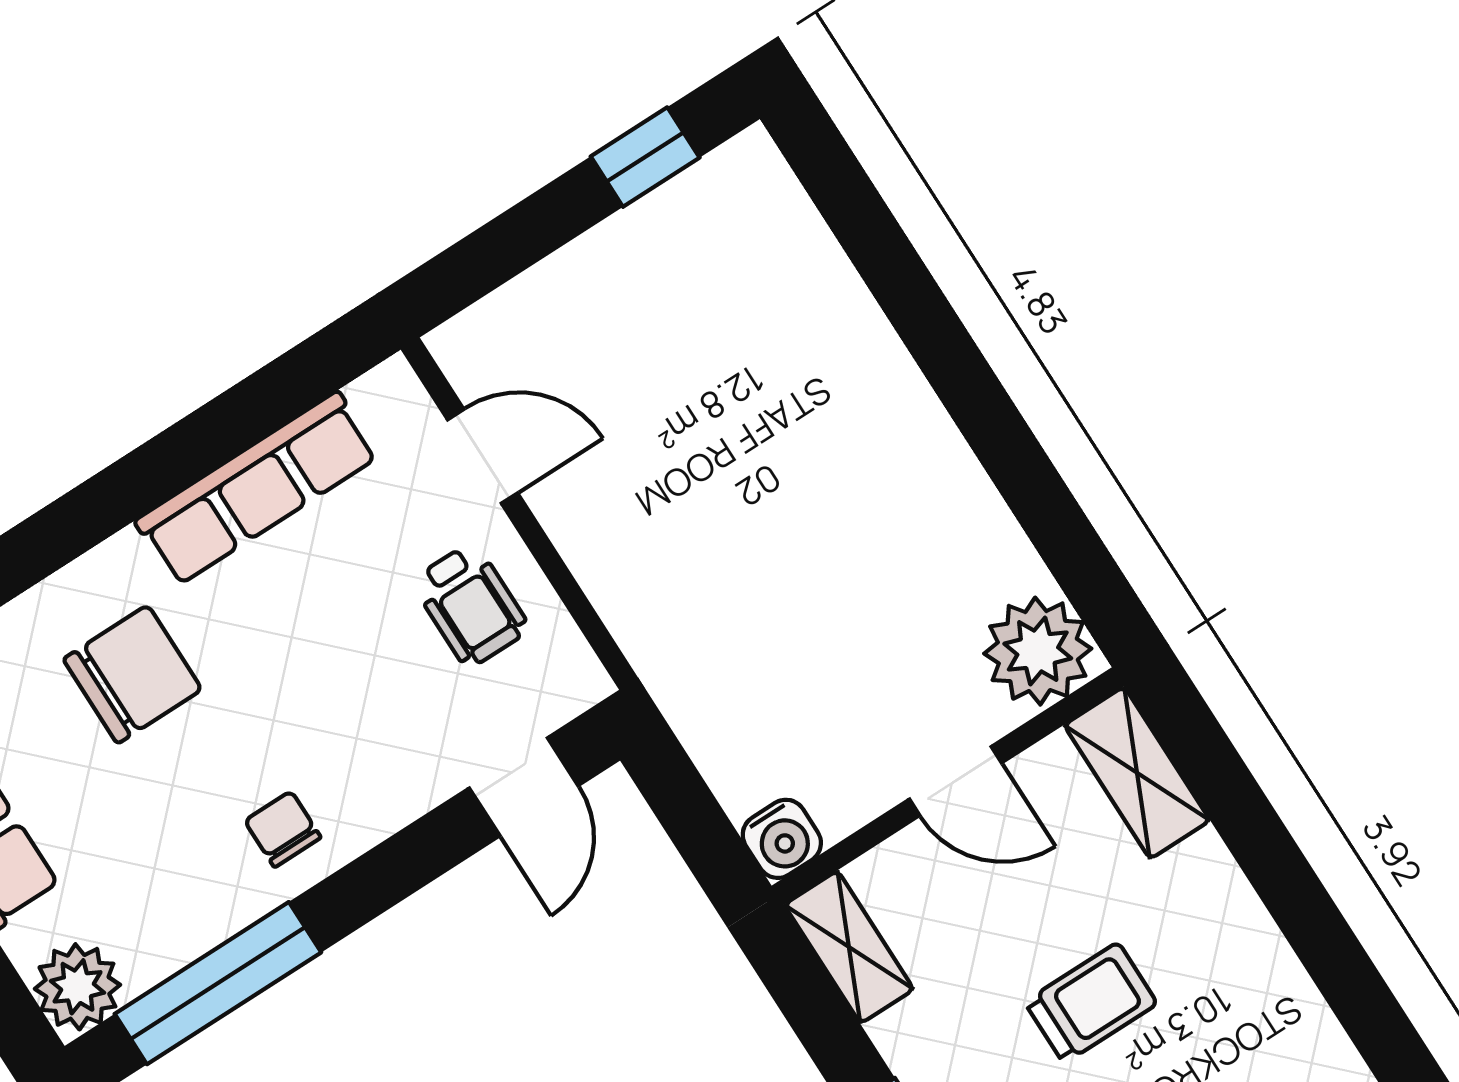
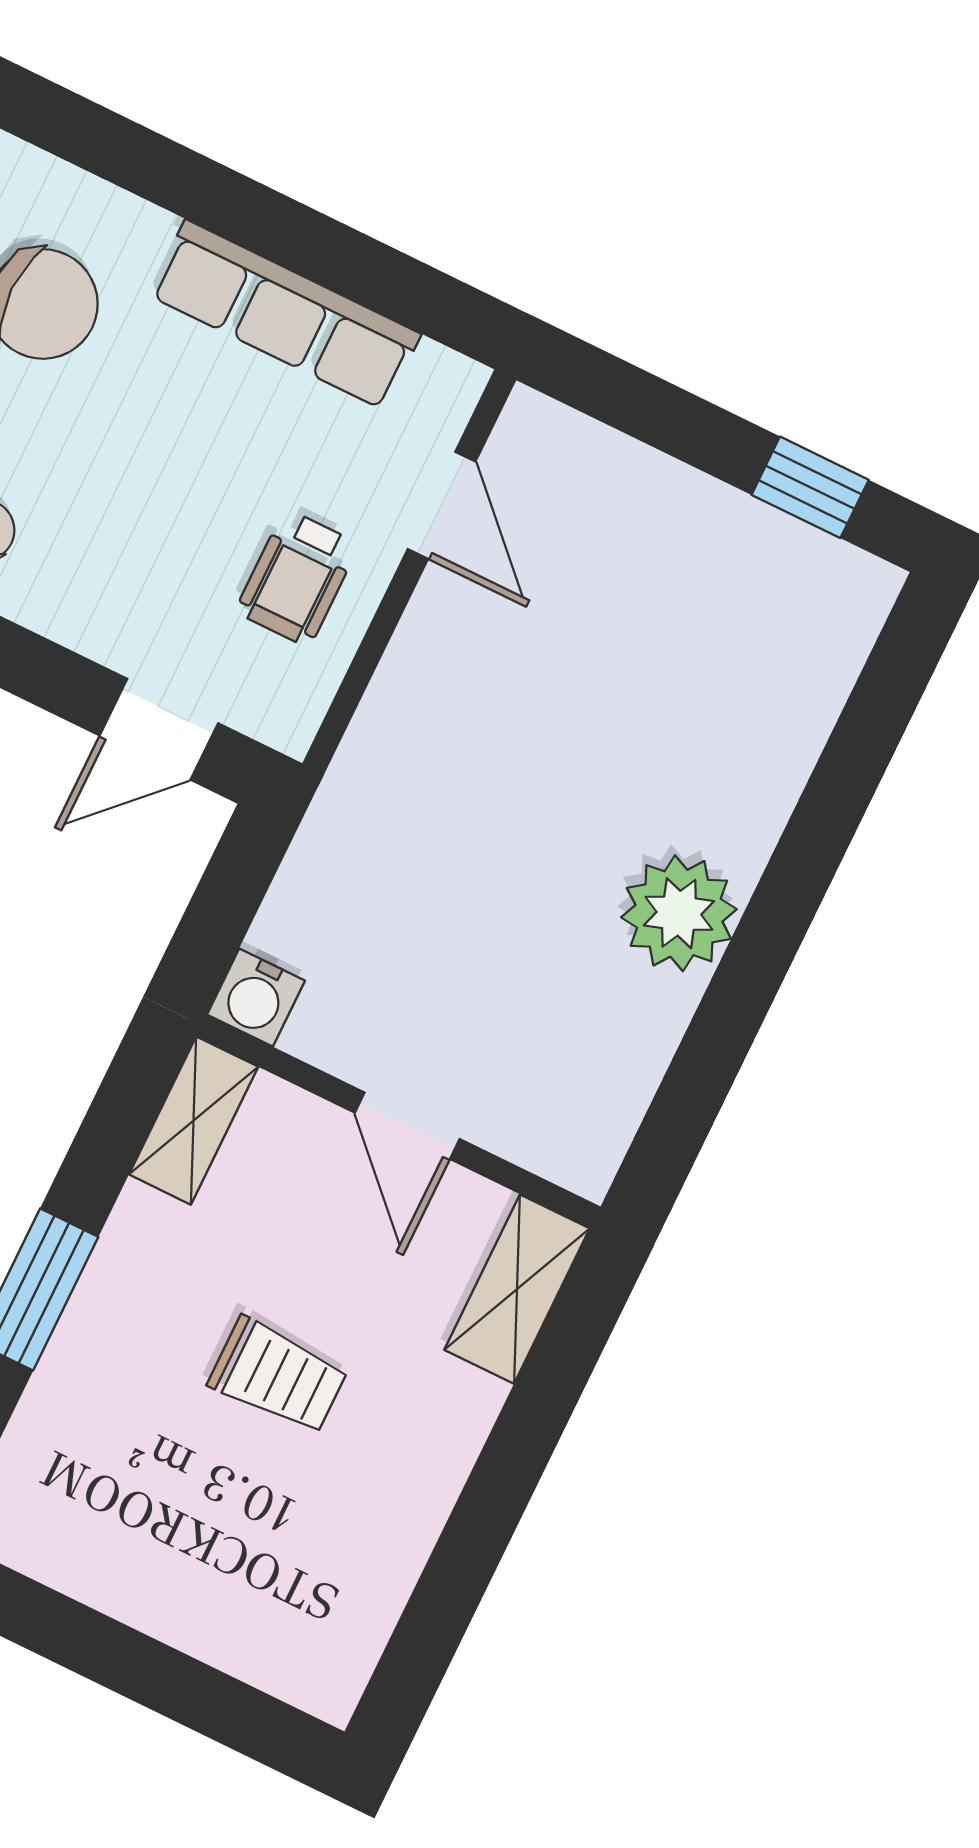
plant: (1038, 651) -> (679, 913), moved

